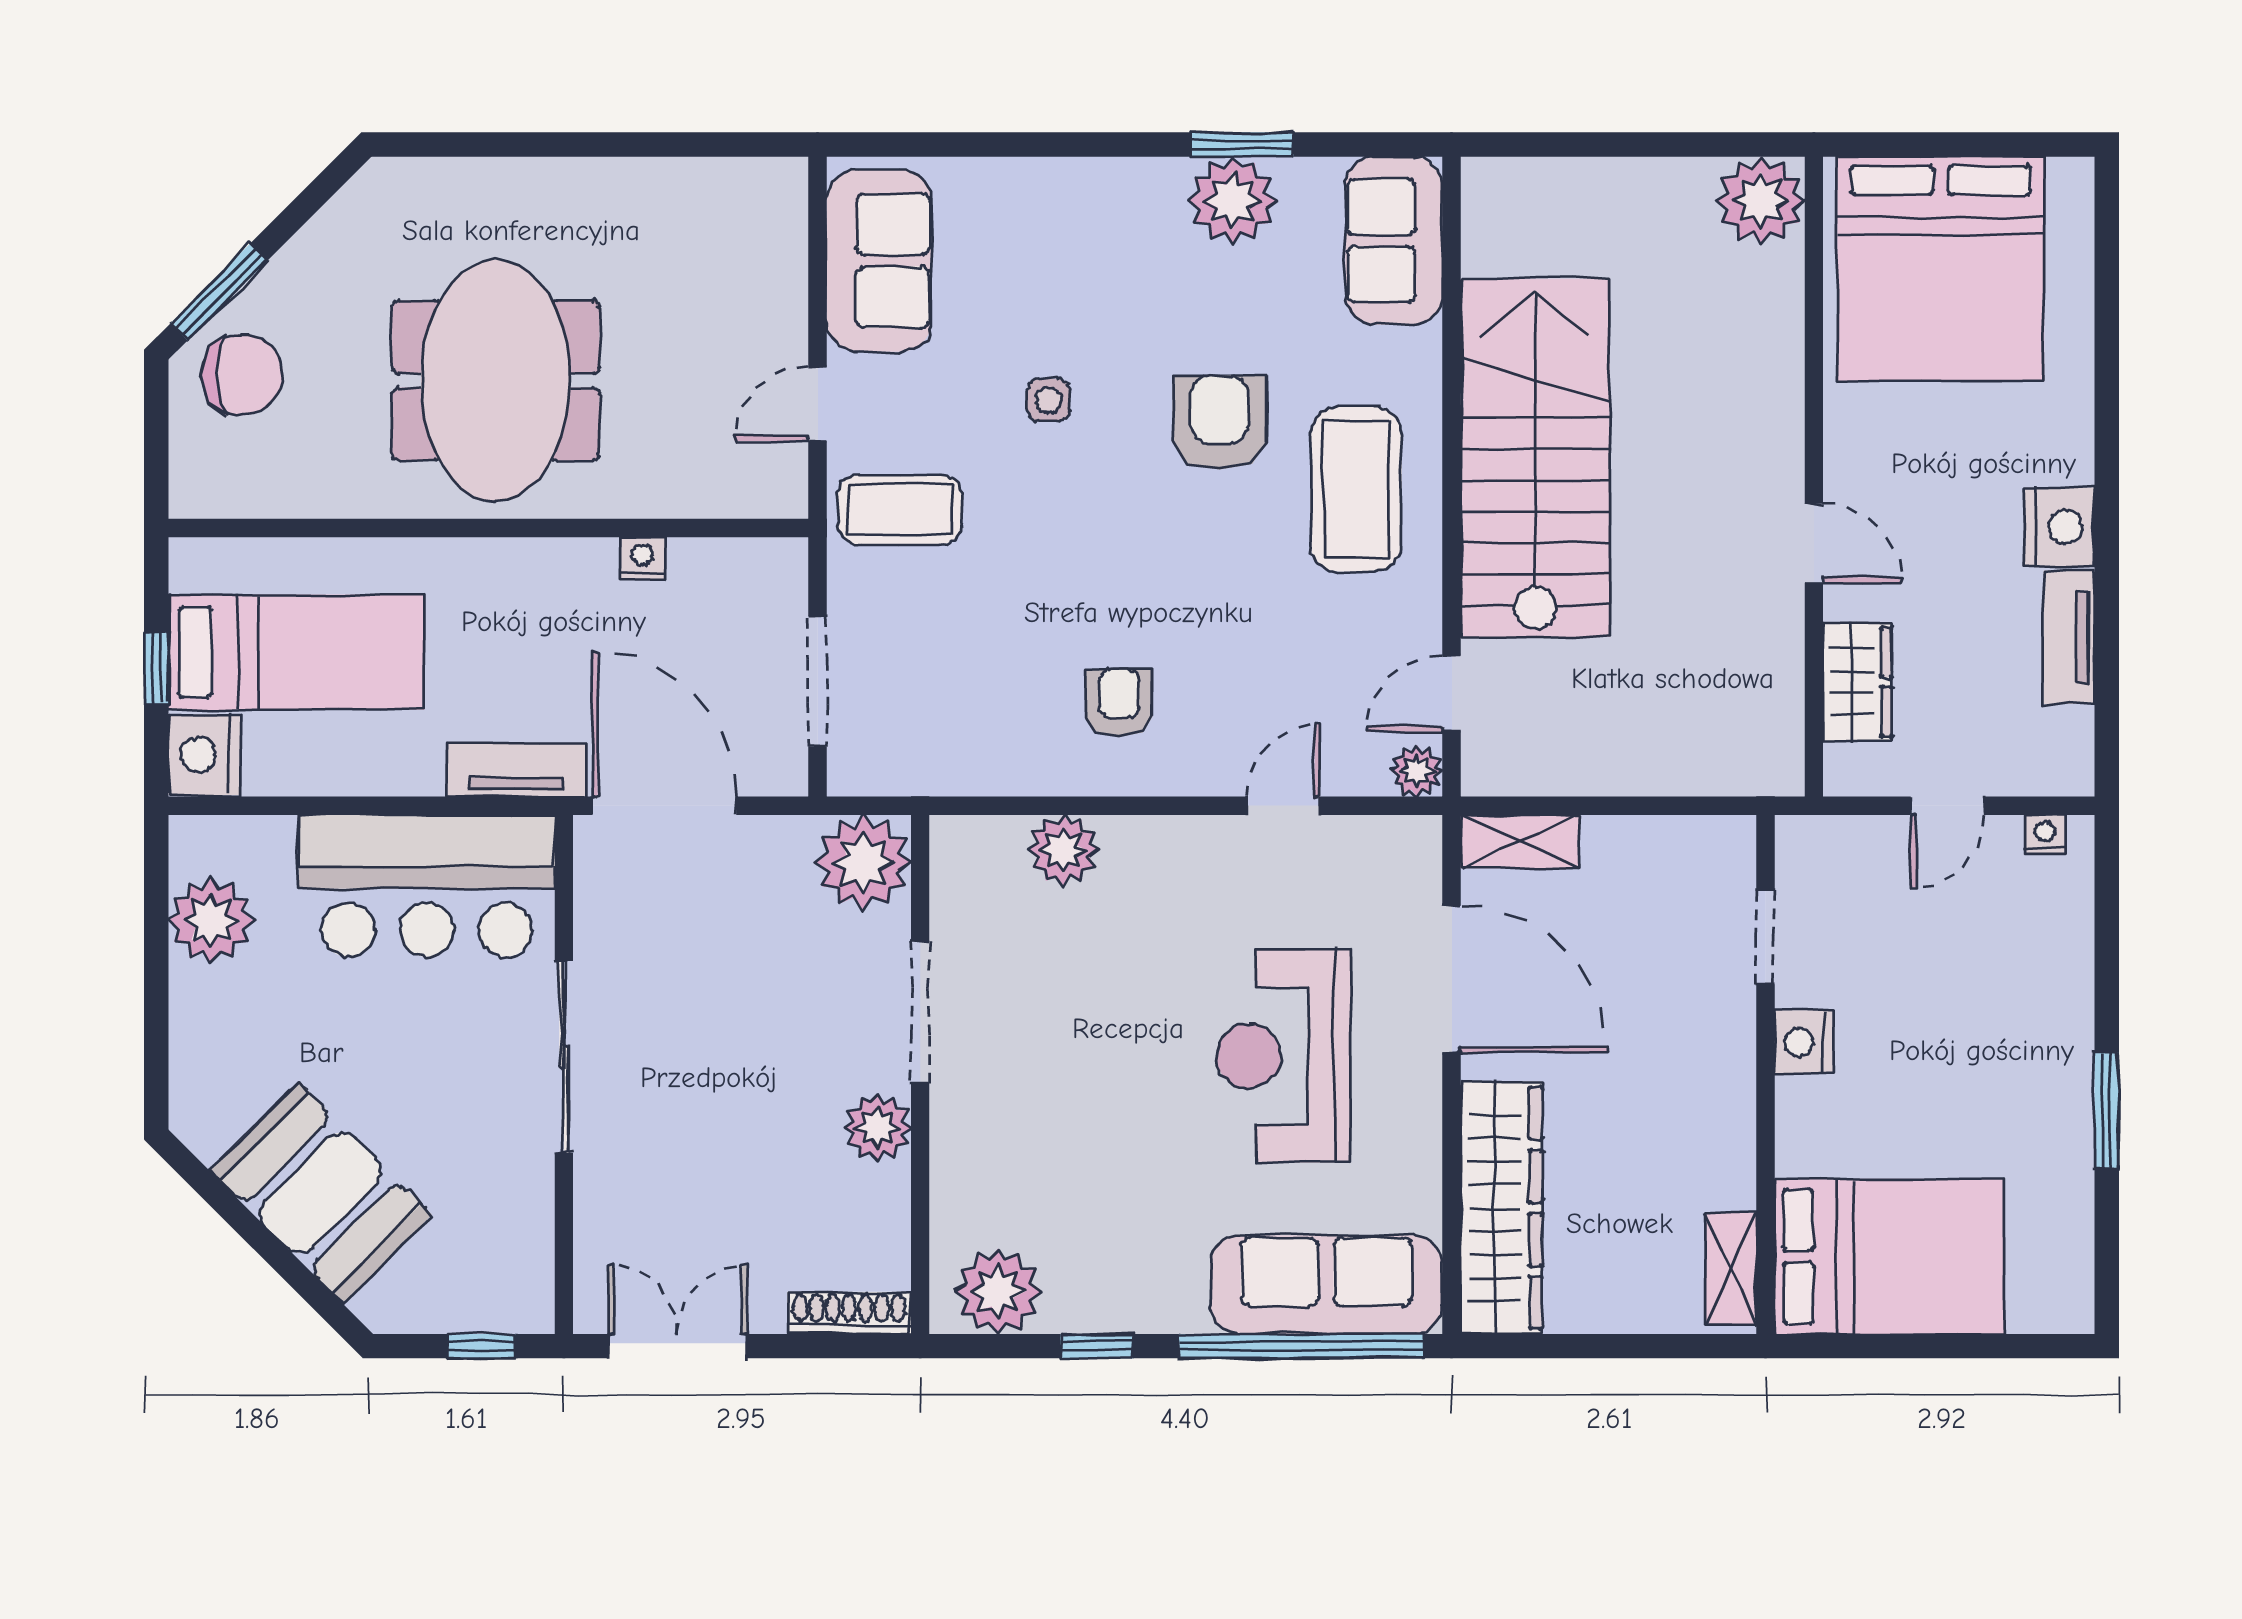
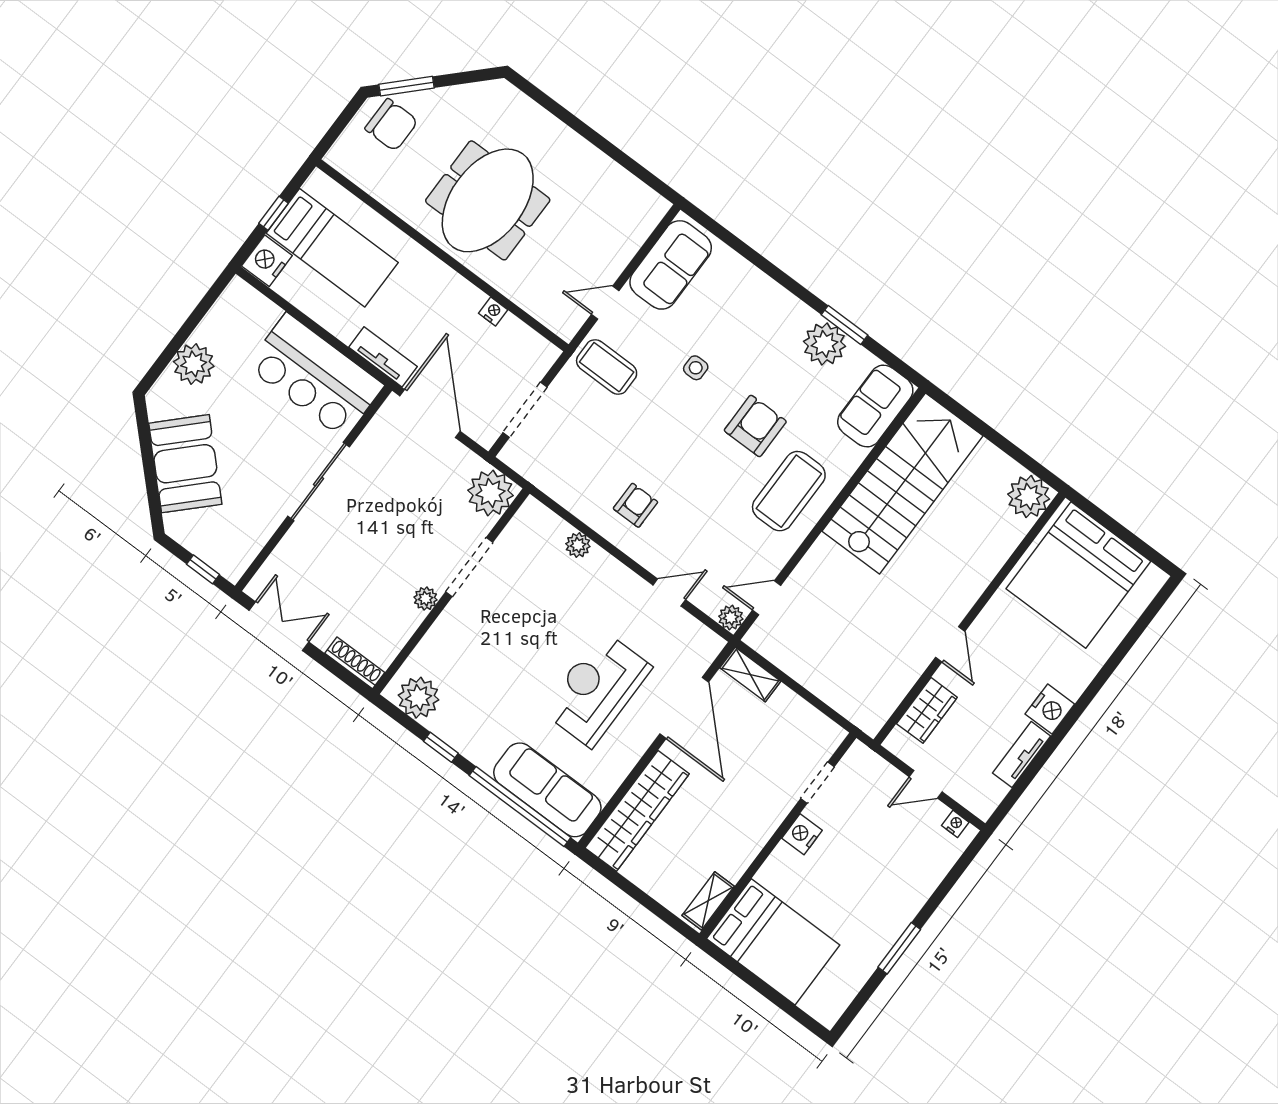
stairs: (1535, 458) -> (902, 484), moved
plant: (1063, 850) -> (578, 545), width x0.73, depth x0.73
plant: (211, 921) -> (194, 364), moved
plant: (878, 1128) -> (426, 599), width x0.73, depth x0.73

